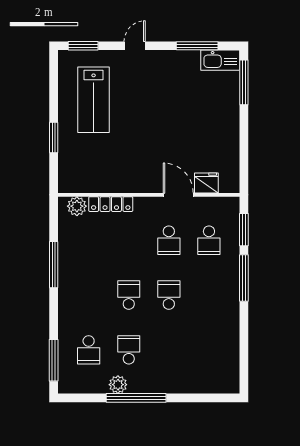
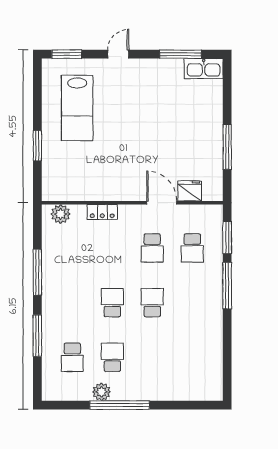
window: (244, 82) -> (227, 147), moved
locker: (111, 204) -> (102, 212), width x0.66
window: (54, 360) -> (37, 336), moved

